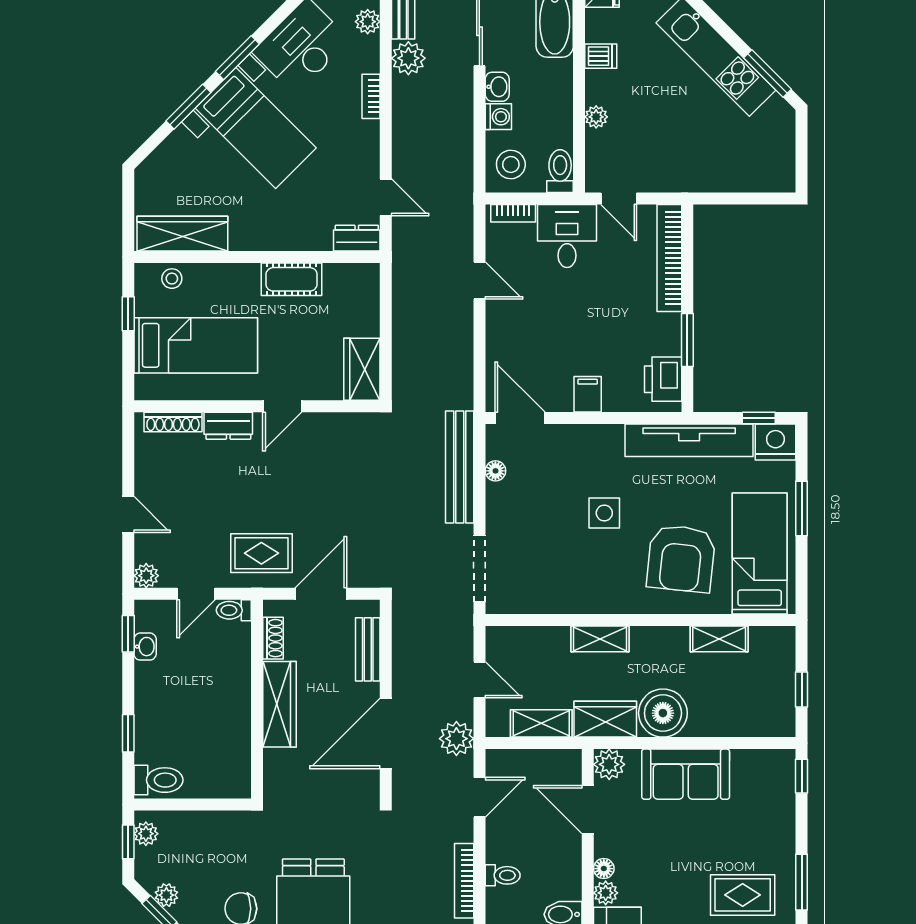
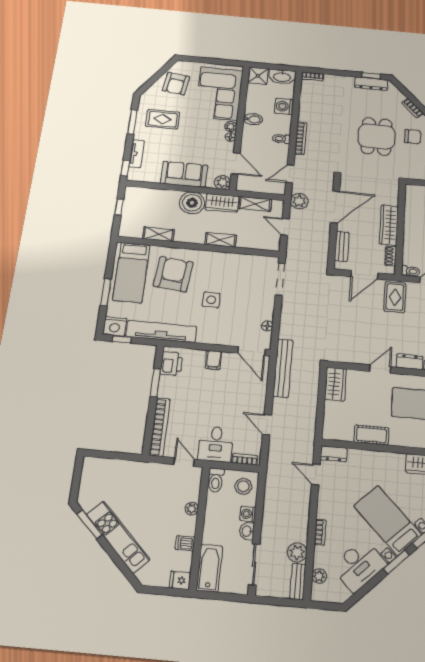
bench: (460, 467) -> (283, 368), moved
rug: (261, 553) -> (395, 297), turned 90
tv unit: (784, 810) -> (137, 154), added

